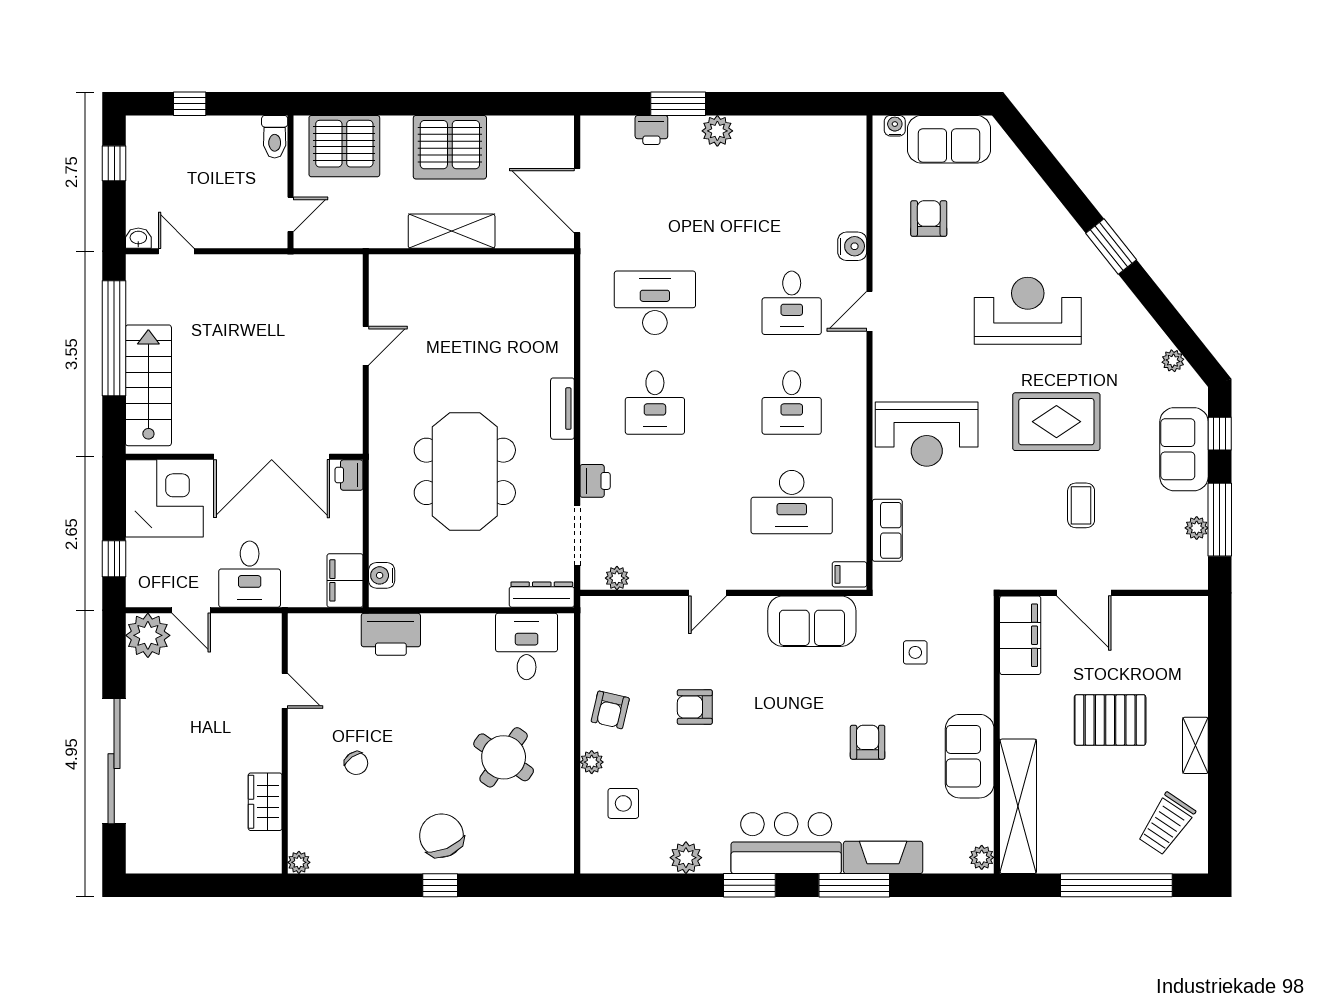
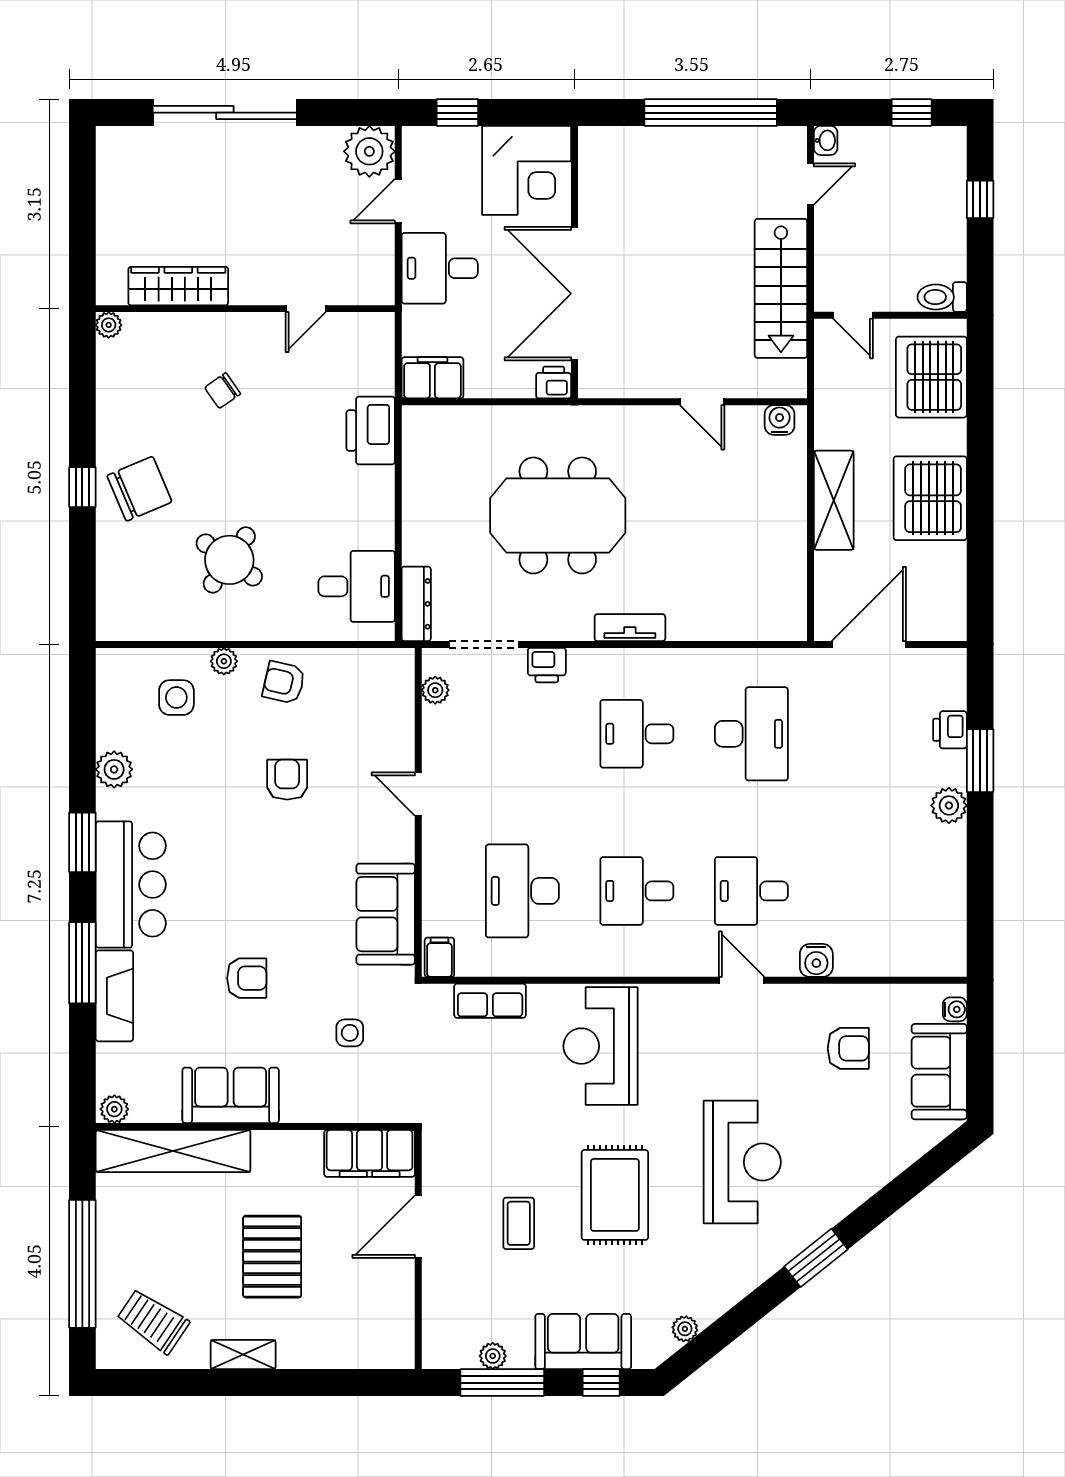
stairs: (148, 385) -> (781, 288), moved, turned 90
coffee table: (1081, 505) -> (519, 1223), turned 90
water cooler: (382, 575) -> (780, 420), moved
wardrobe: (265, 802) -> (178, 286), width x1.50

